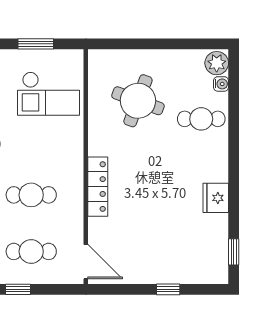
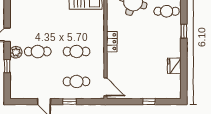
locker: (98, 187) -> (112, 42), width x0.66
fridge: (216, 198) -> (174, 66), moved
window: (234, 252) -> (184, 31), moved

